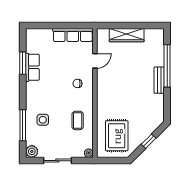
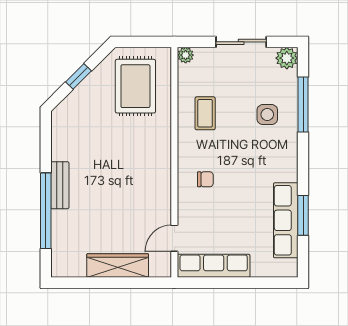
door: (95, 61) -> (174, 238), moved
row of seats: (32, 67) -> (286, 220), width x1.48

